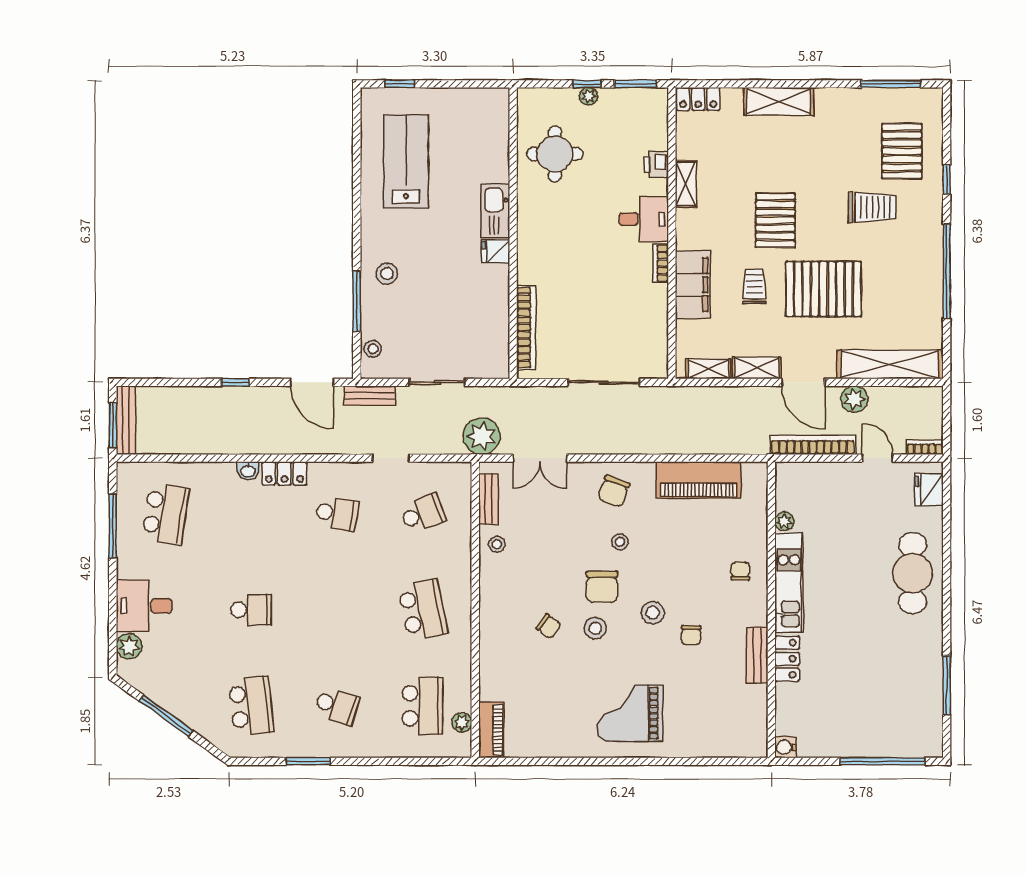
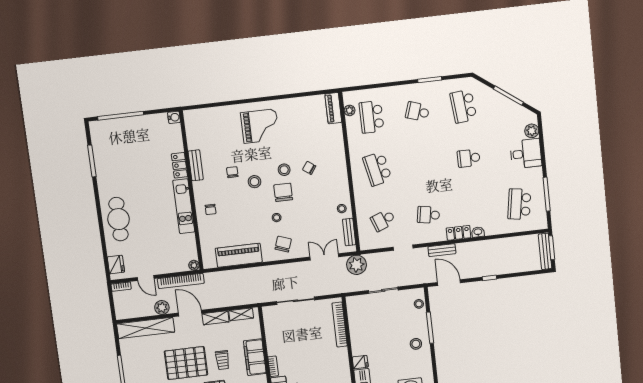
bench: (370, 396) -> (442, 250), moved
plant: (784, 521) -> (194, 265), moved

